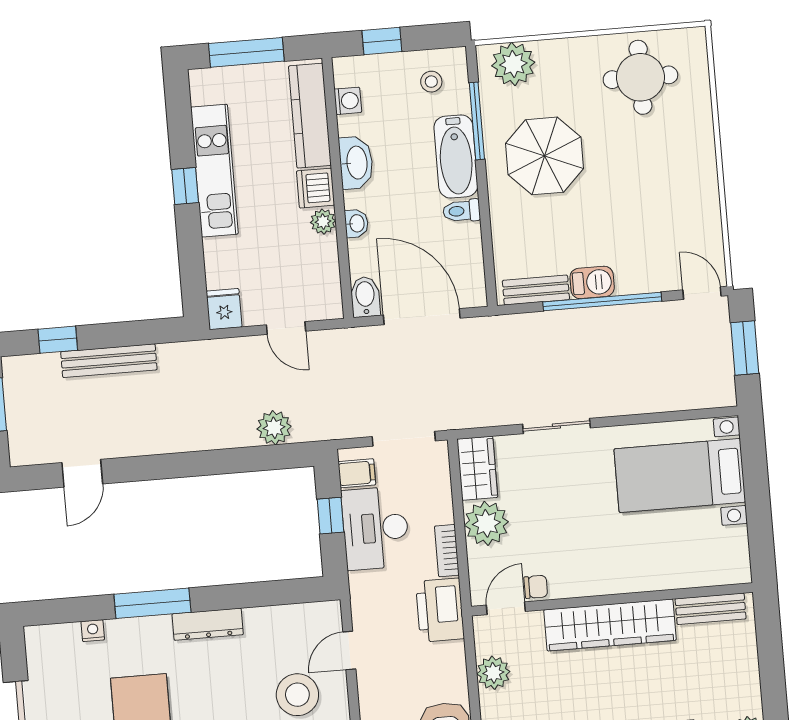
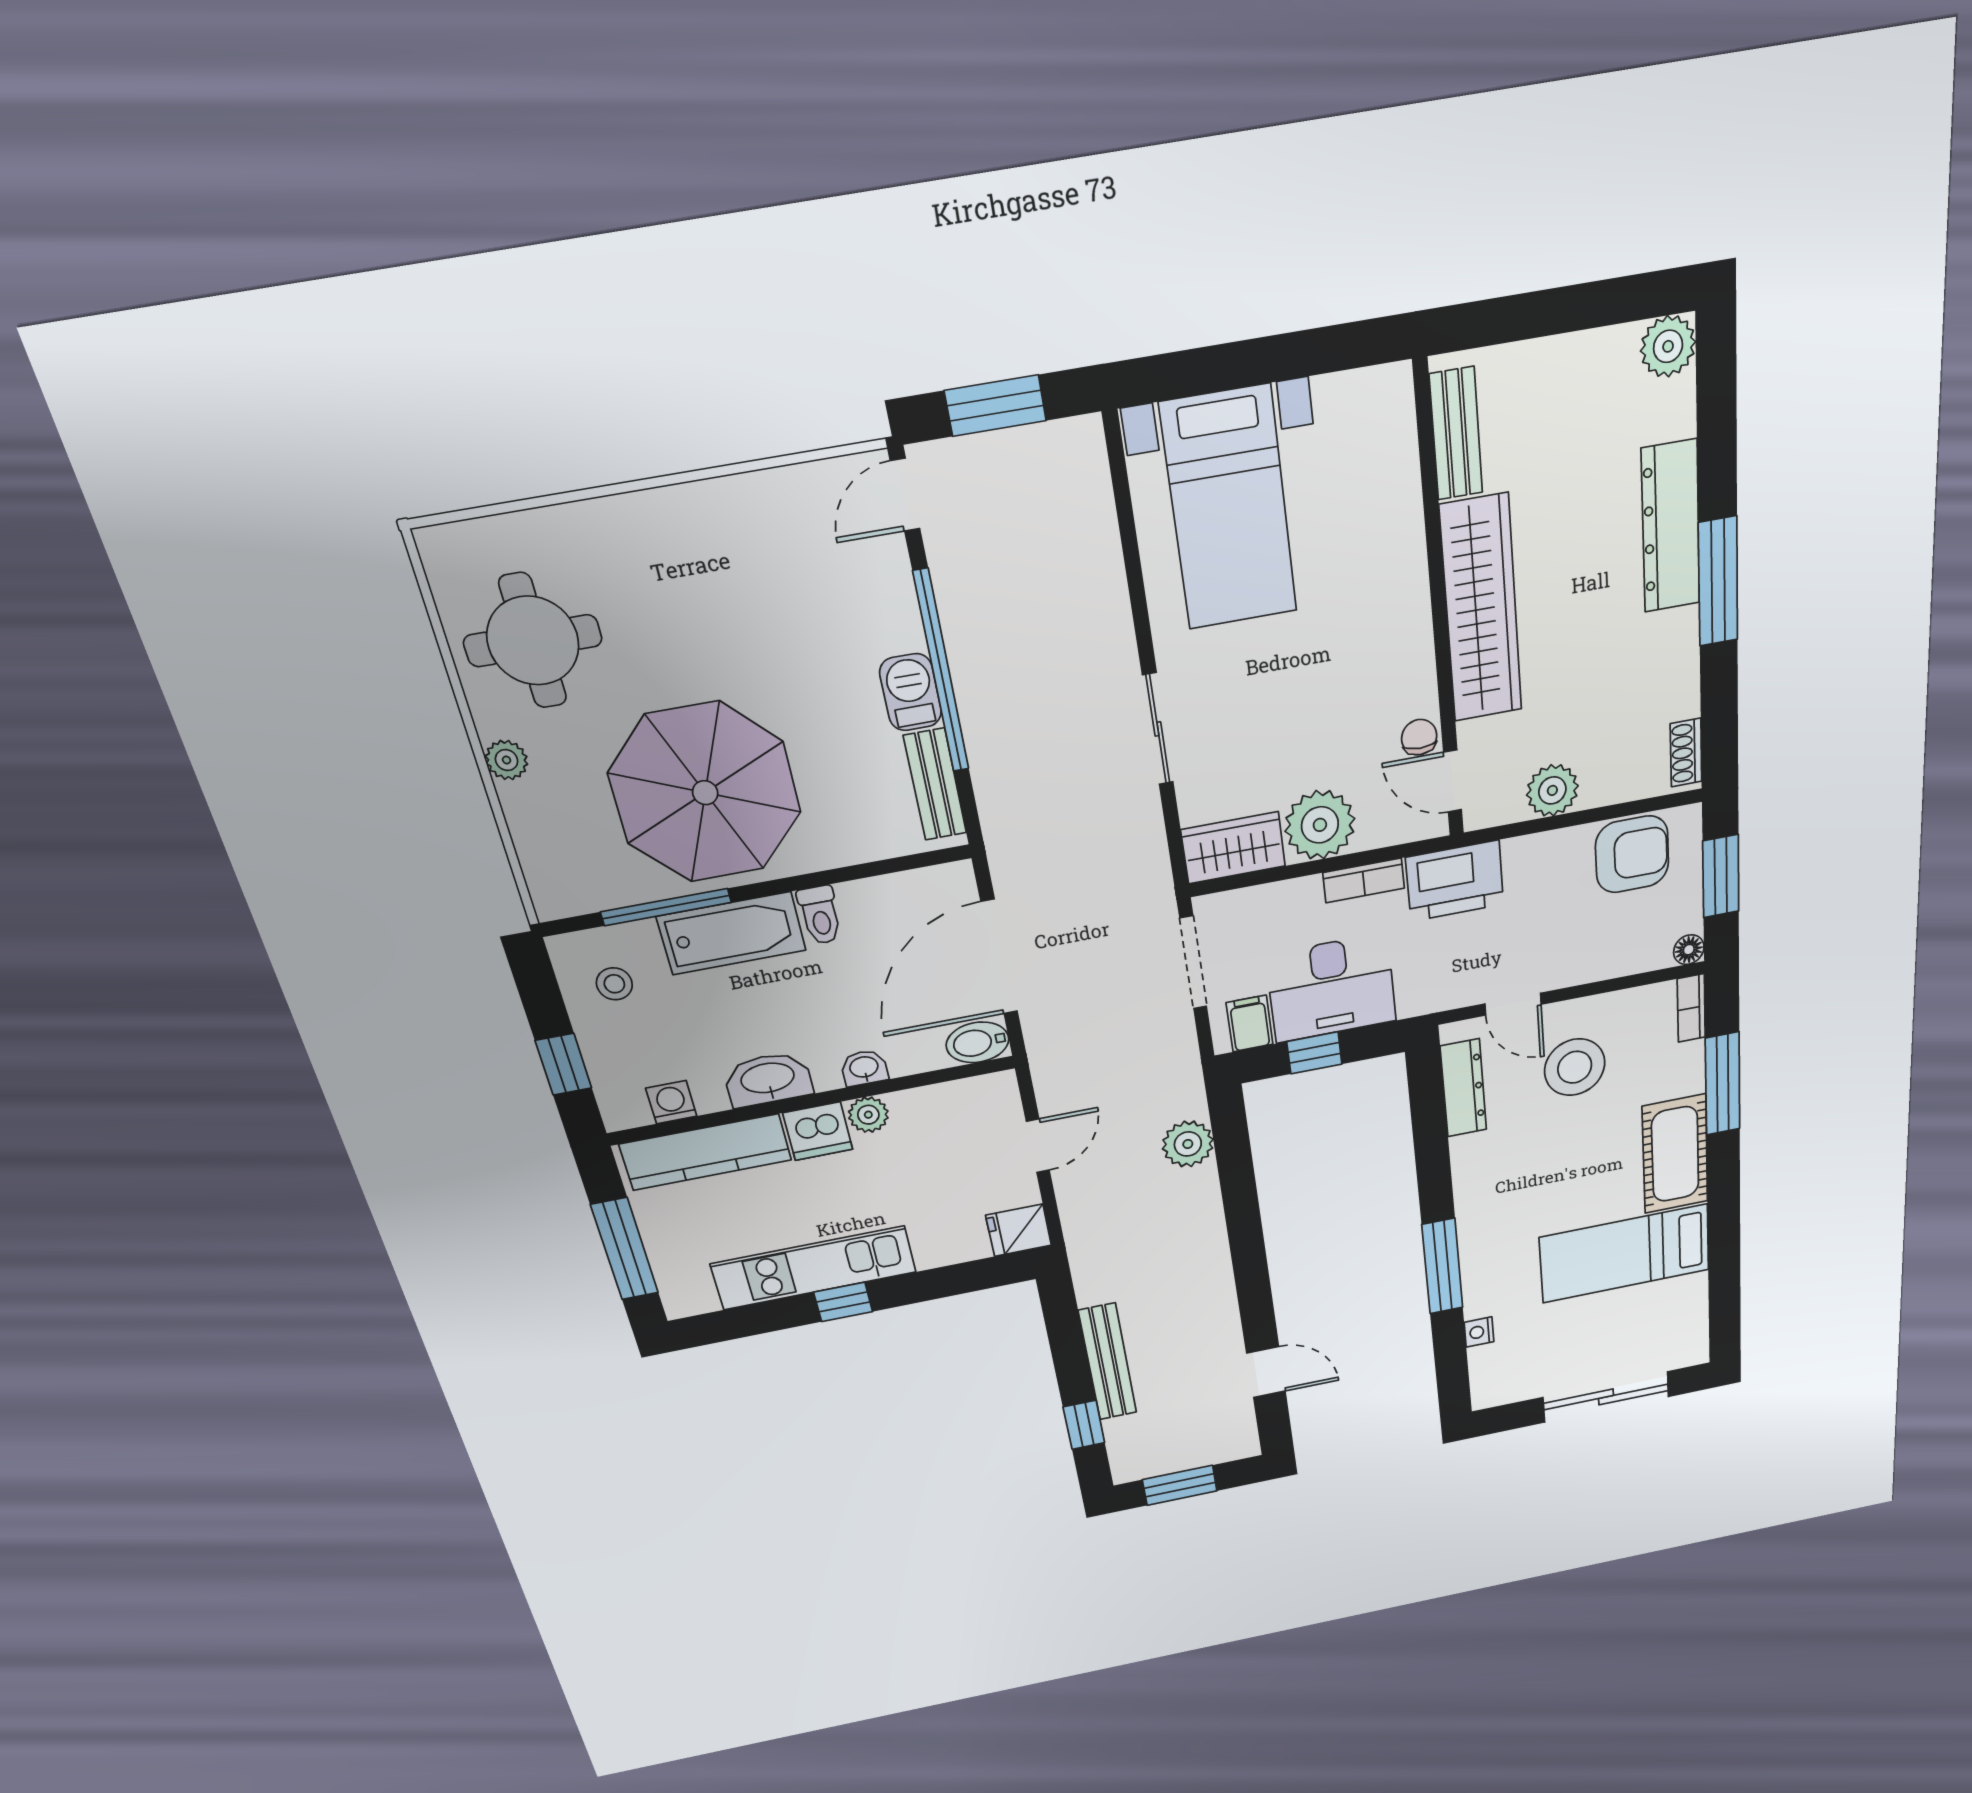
plant: (513, 64) -> (507, 760), moved, width x0.53, depth x0.53
parasol: (544, 156) -> (705, 793), width x1.36, depth x1.36
dresser: (208, 624) -> (1463, 1088), moved

